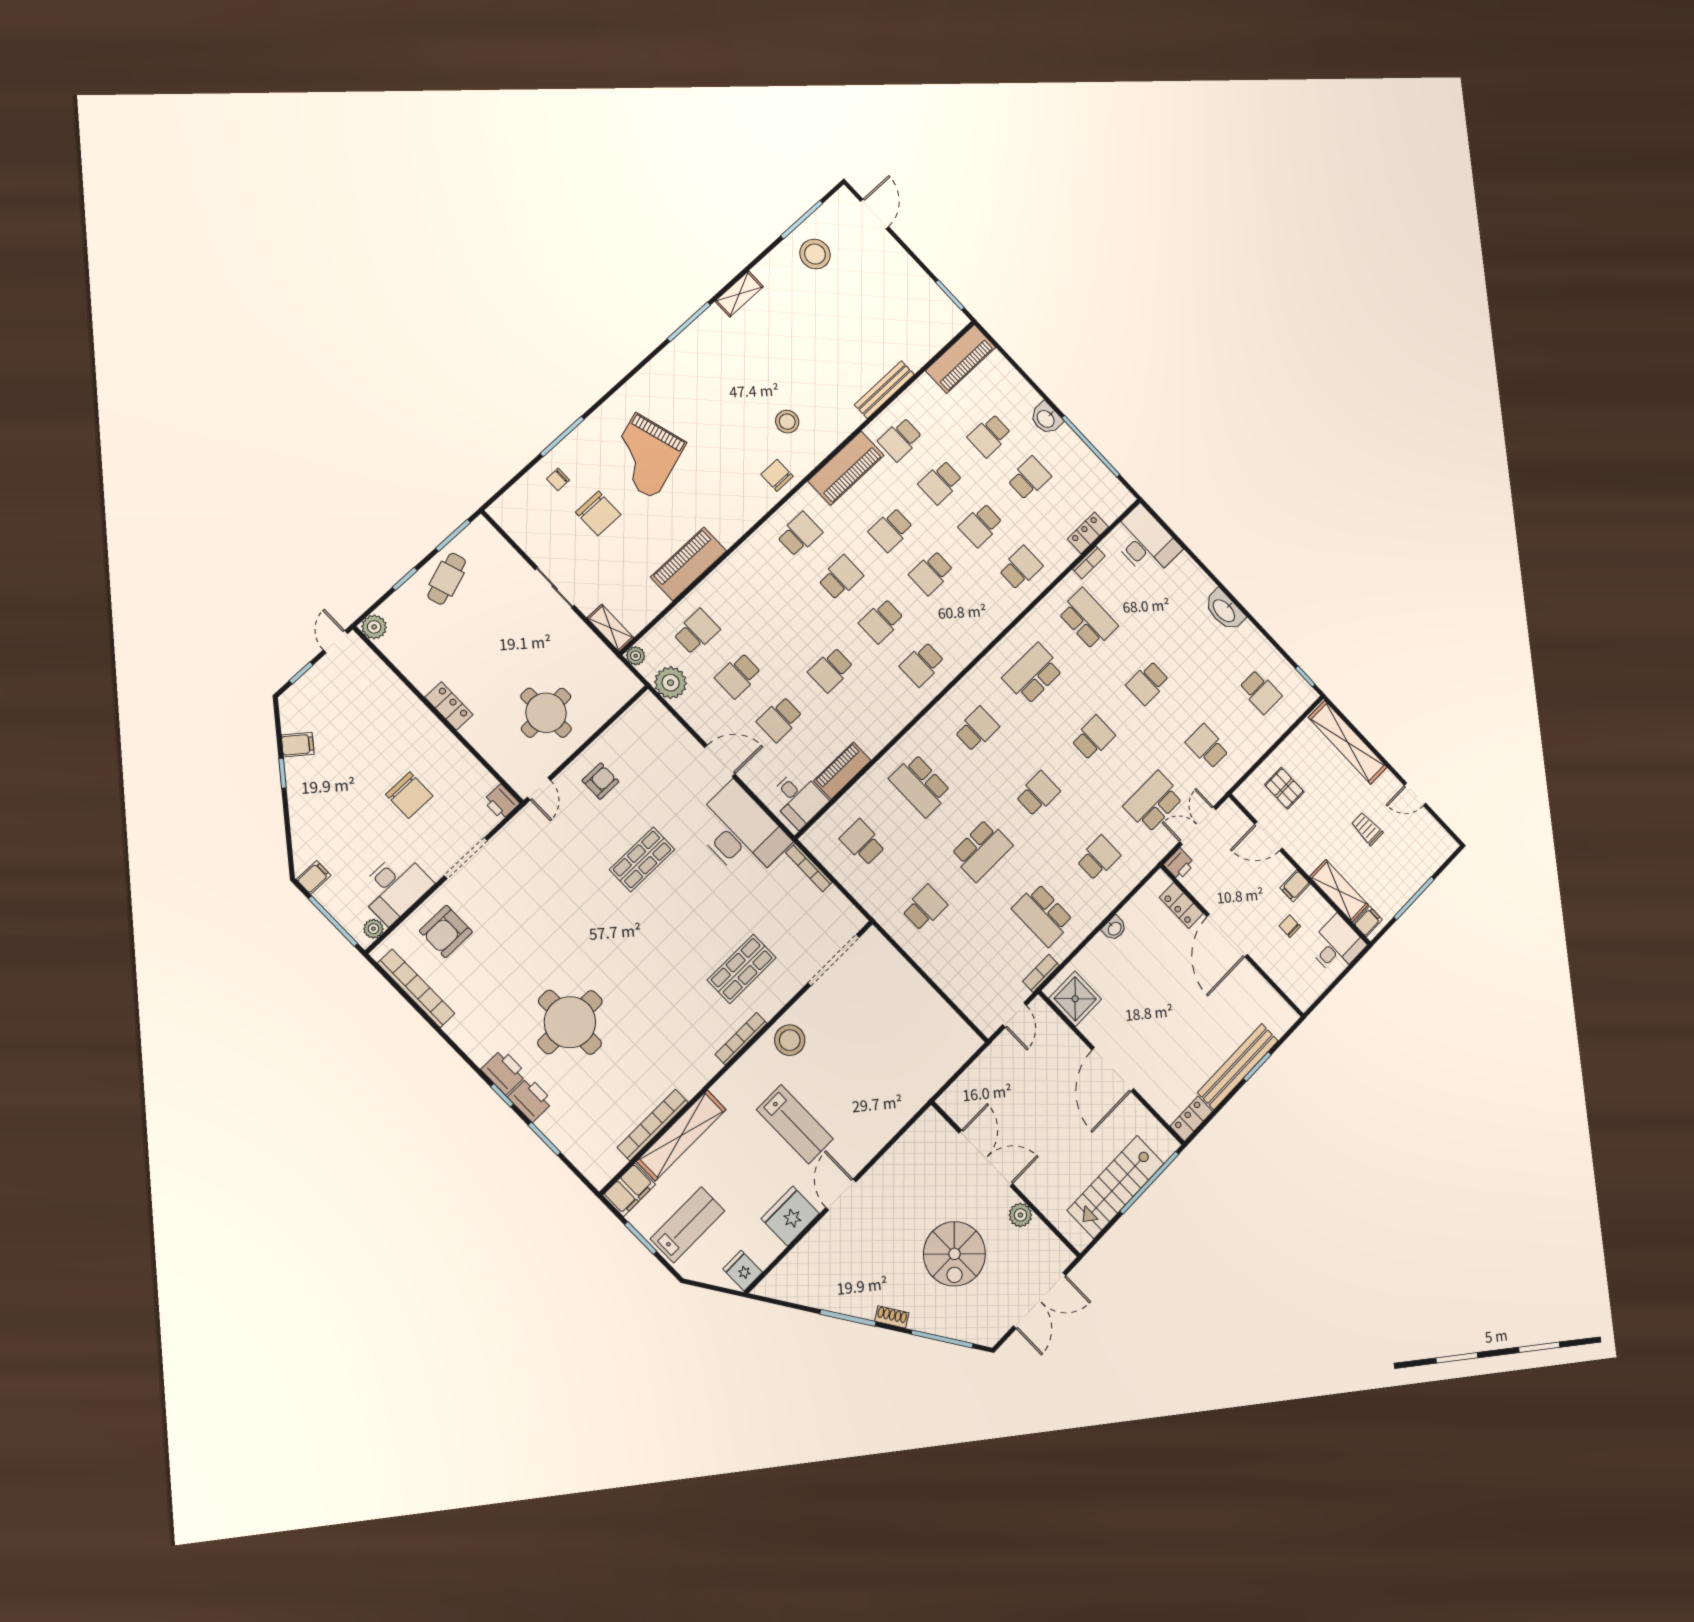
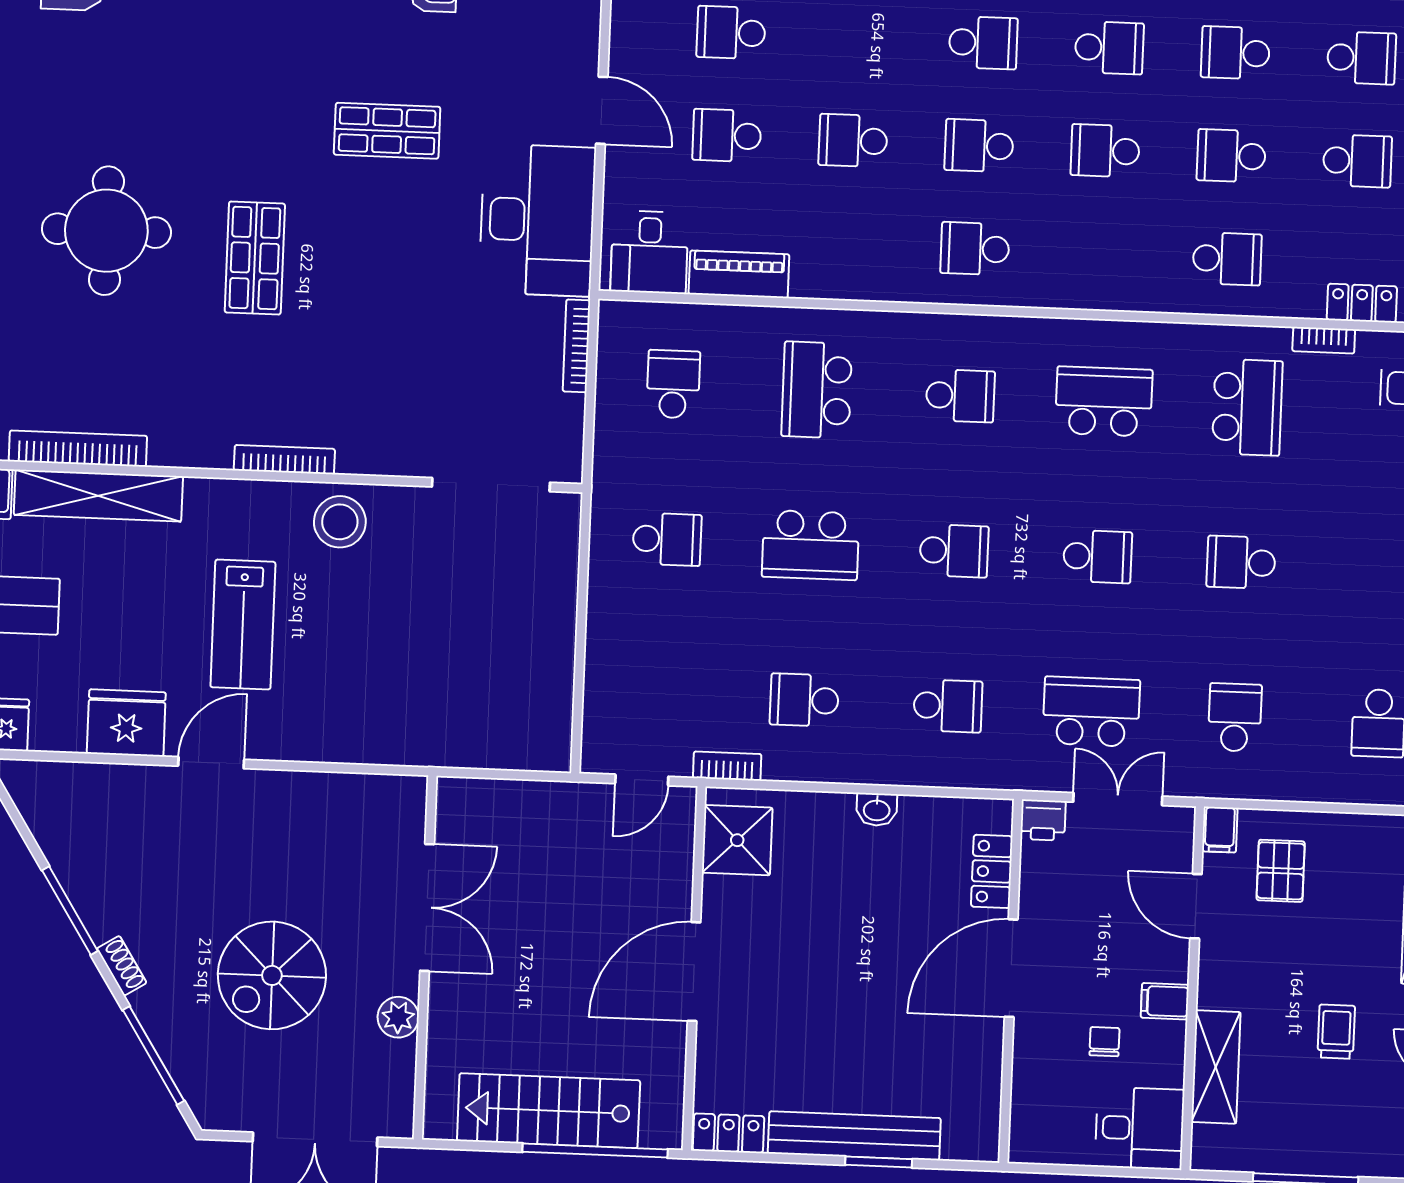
school desk: (989, 435) -> (1361, 58), turned 180
school desk: (891, 530) -> (1109, 48), turned 180
school desk: (1043, 915) -> (804, 700), width x0.54
filing cabinet: (1368, 922) -> (1220, 830), moved, turned 90
shop shelf: (742, 969) -> (255, 258), moved, turned 90

